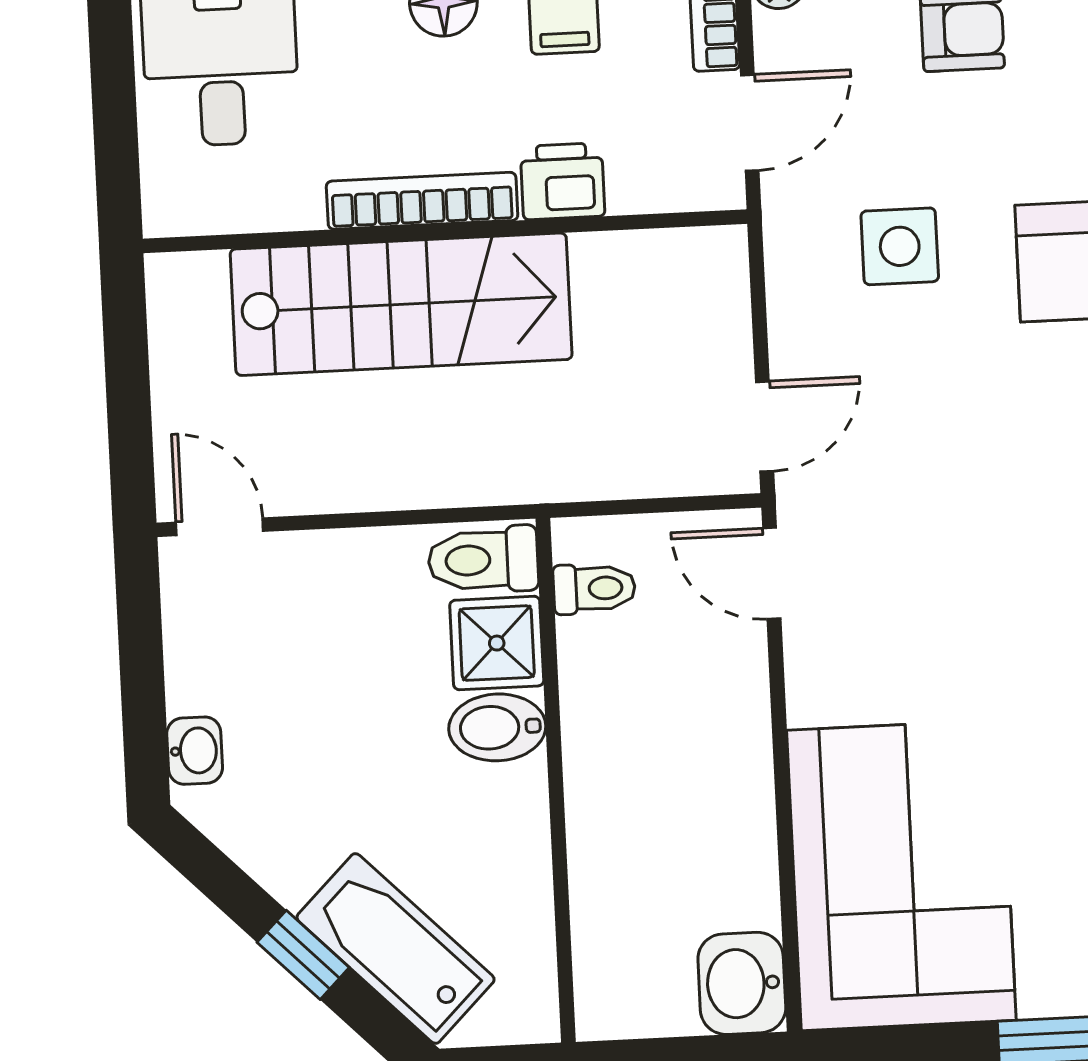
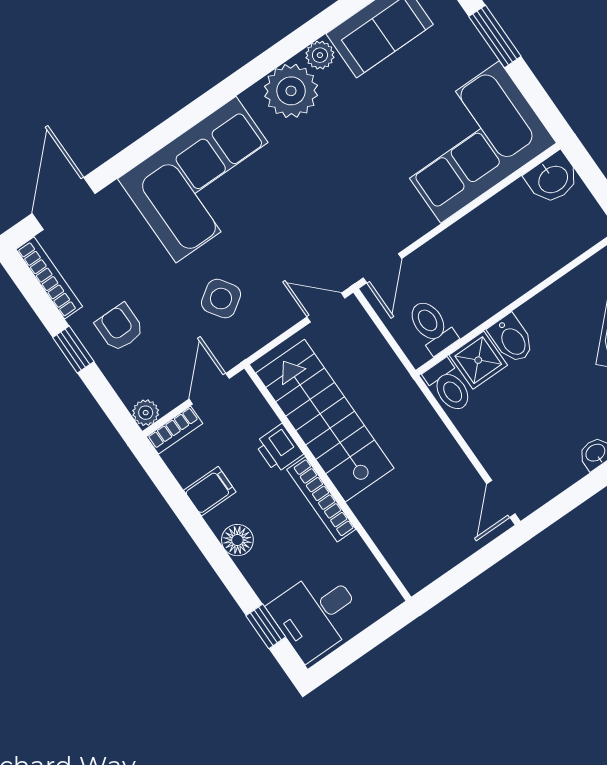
door: (750, 123) -> (209, 389), hinge flipped
side table: (900, 246) -> (221, 299), turned -34
stairs: (401, 304) -> (325, 421), moved
toilet: (594, 588) -> (432, 326), width x1.37, depth x1.39

